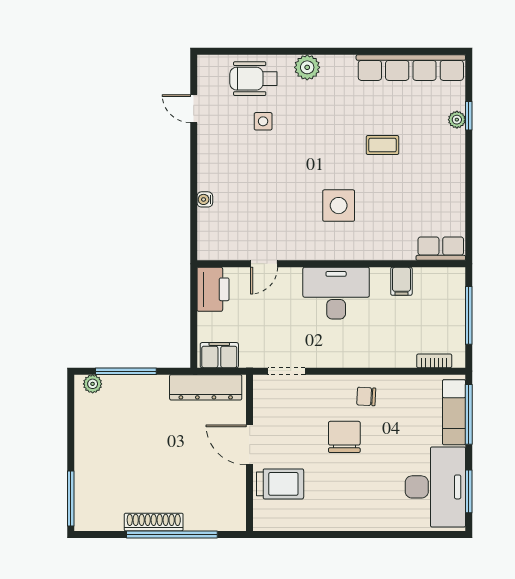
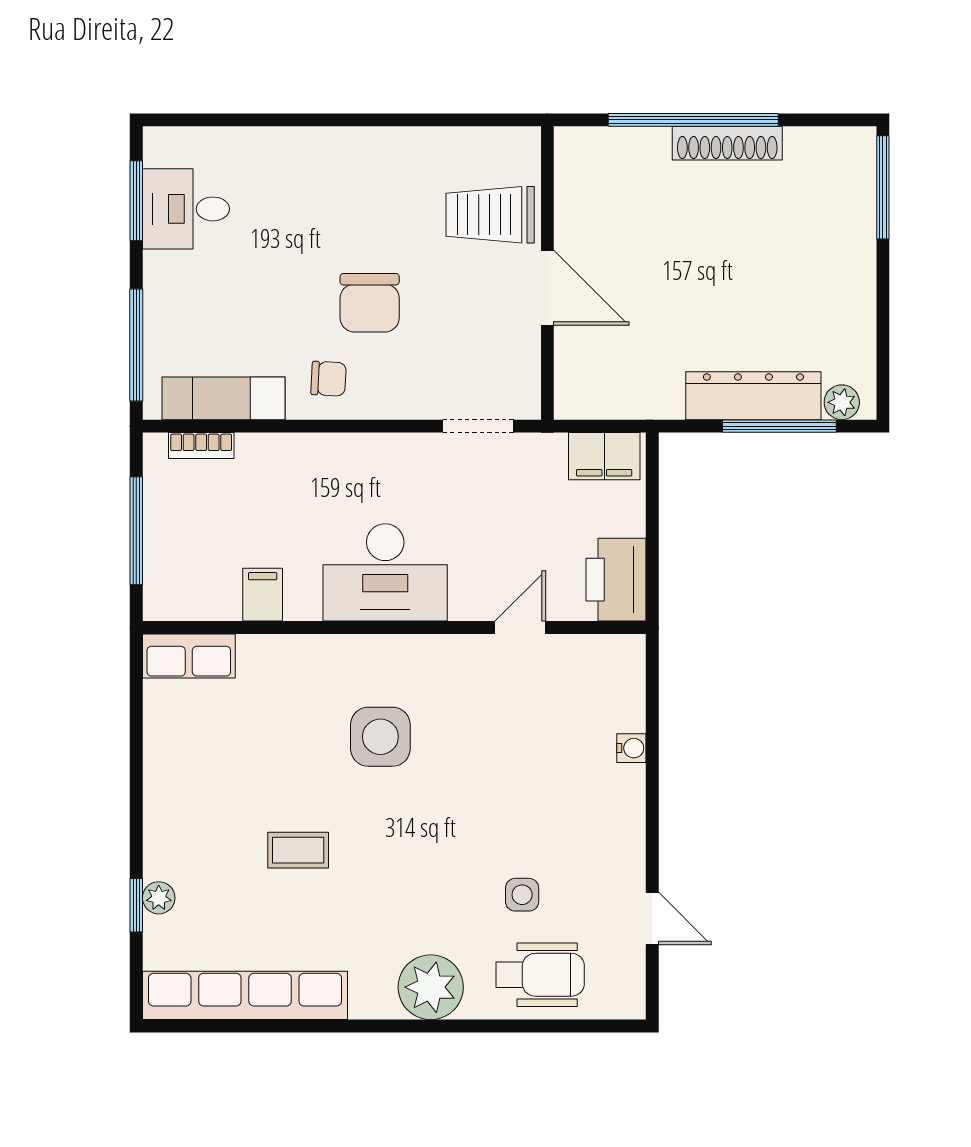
plant: (307, 67) -> (431, 987), width x1.36, depth x1.36
dresser: (206, 387) -> (753, 396), moved
exam couch: (454, 412) -> (223, 398), moved, turned -90
desk: (435, 487) -> (186, 209), width x0.53, depth x0.77

